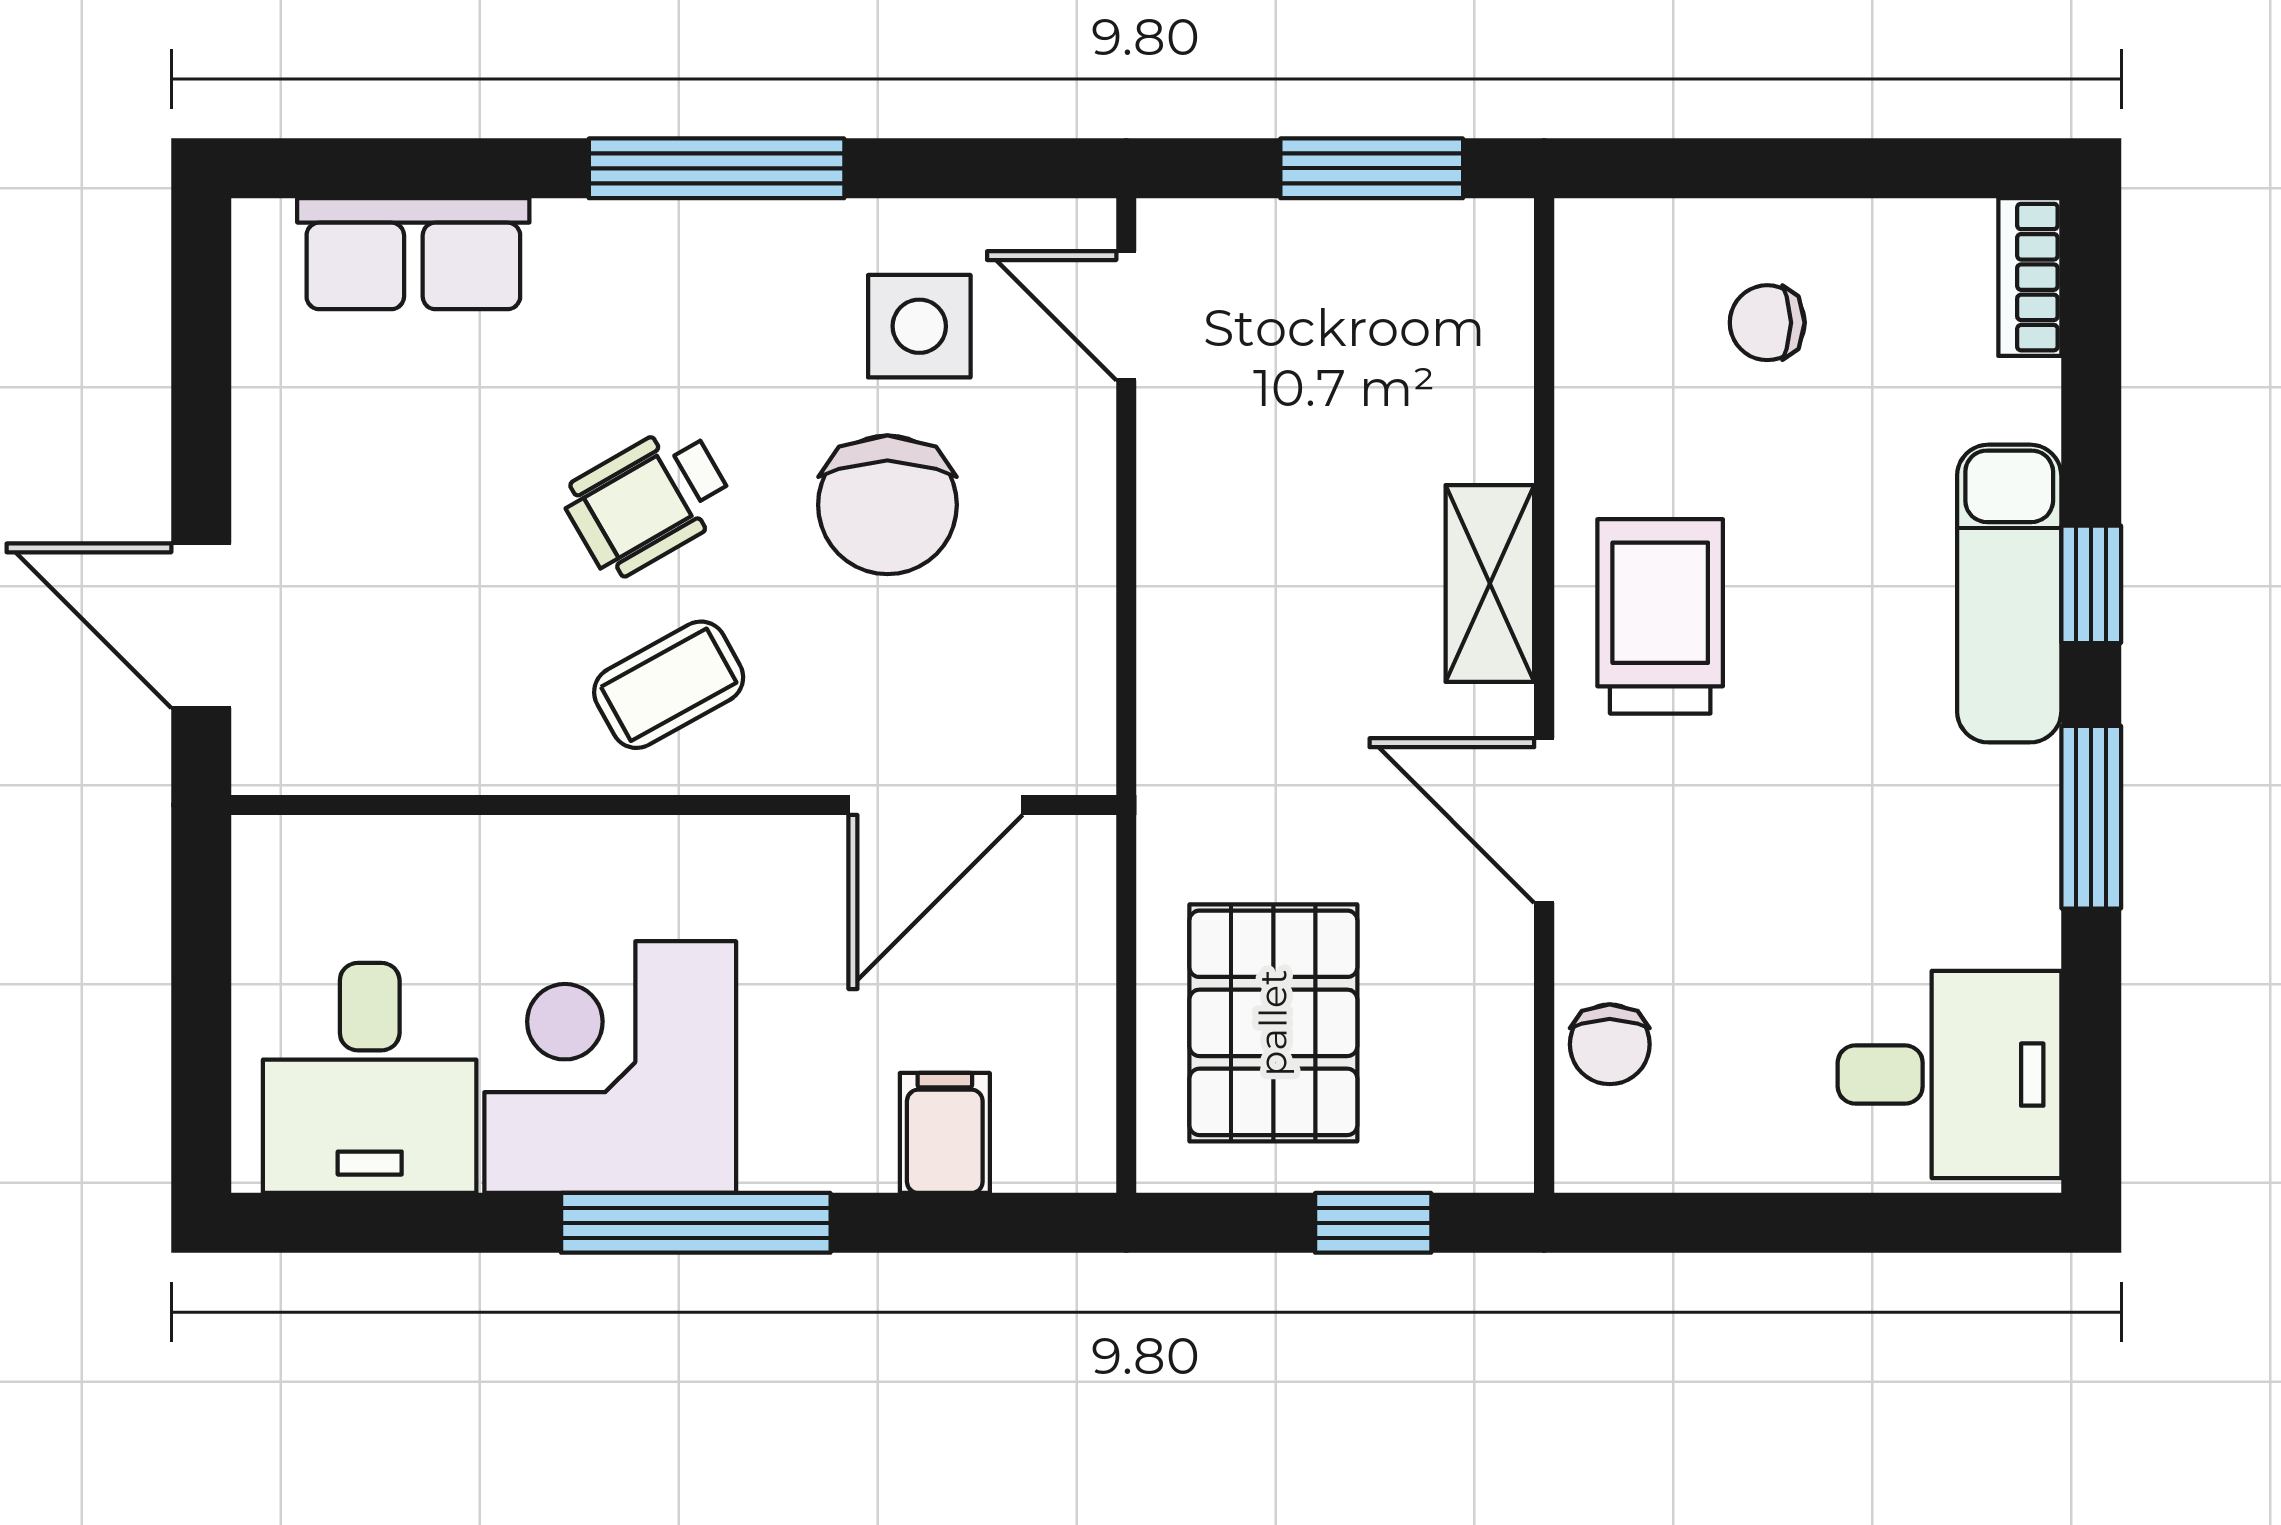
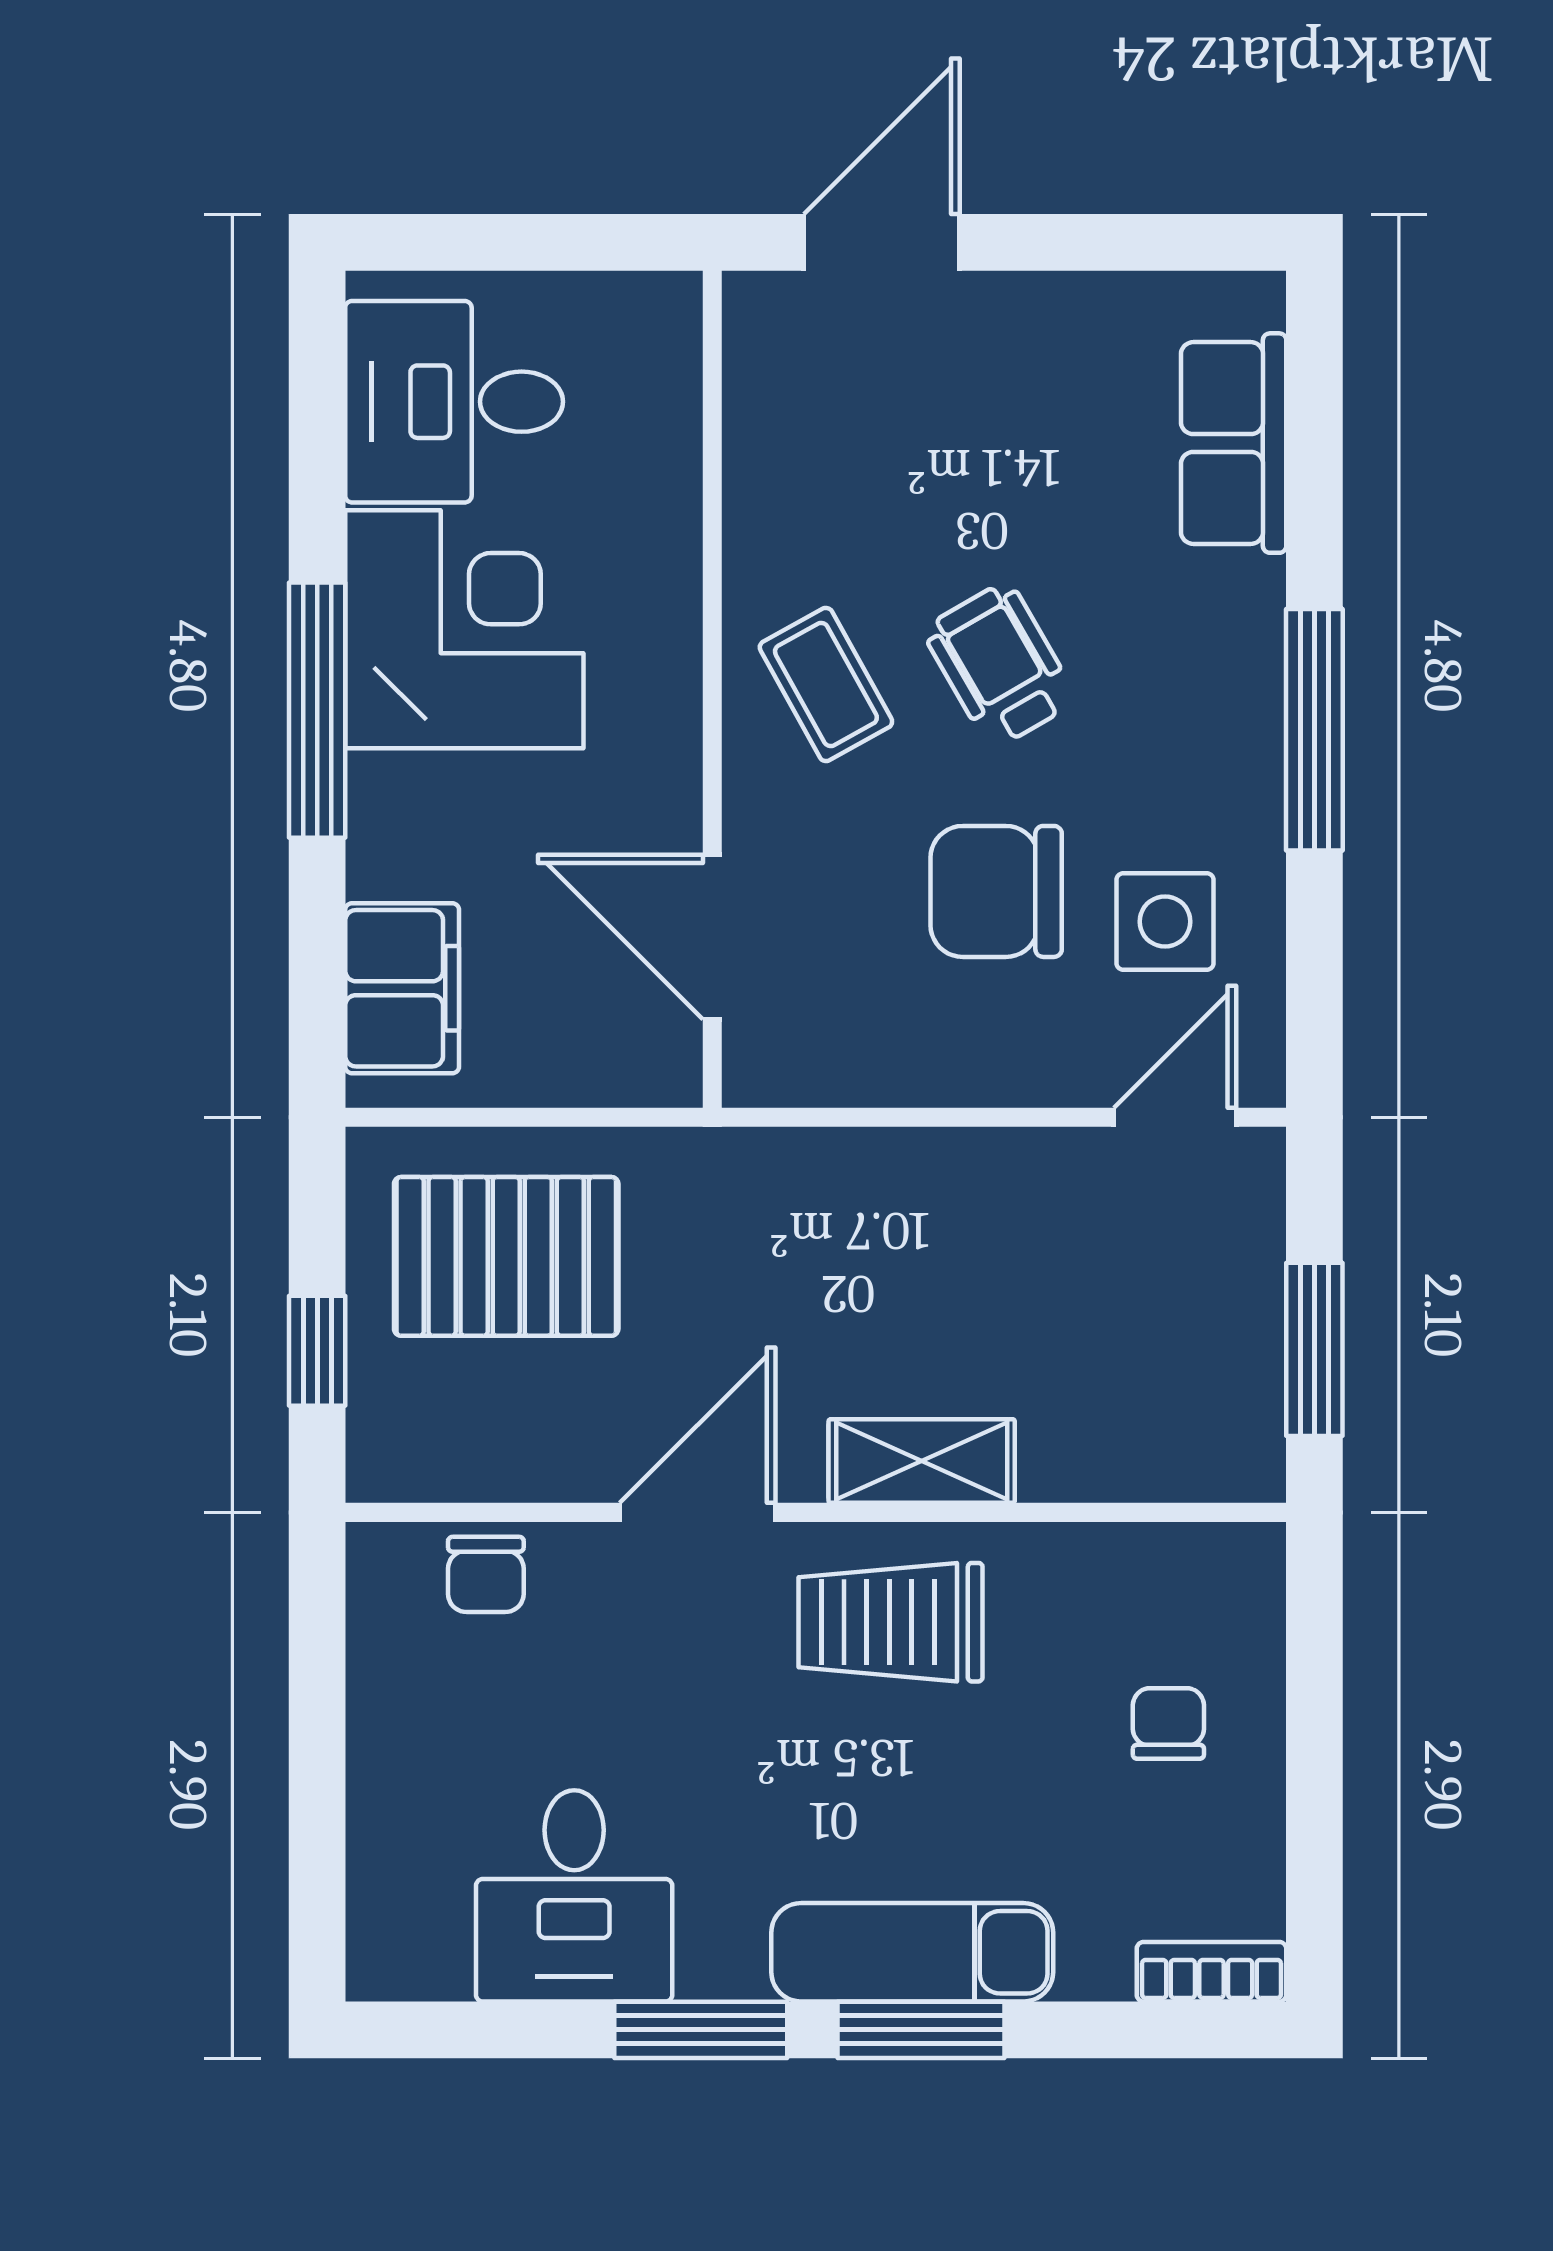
window: (2091, 584) -> (921, 2030), width x1.50
trolley: (1660, 616) -> (891, 1622), turned 180
chair: (1610, 1044) -> (486, 1574), turned -90
desk: (1950, 1075) -> (574, 1896), moved
filing cabinet: (945, 1133) -> (402, 988), width x2.00

